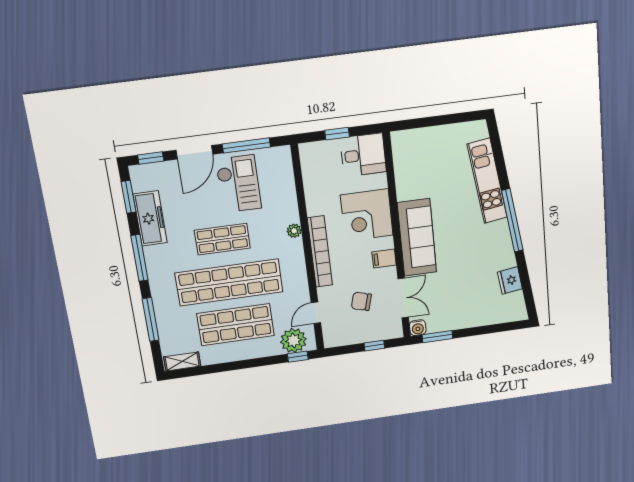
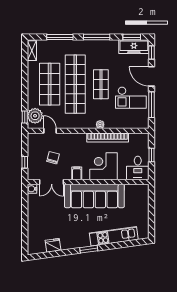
freezer: (150, 218) -> (134, 47), moved
window: (512, 220) -> (89, 249), width x0.47
sofa: (417, 238) -> (94, 196), width x1.36, depth x1.27
bookcase: (320, 252) -> (108, 138), moved
window: (437, 337) -> (25, 200), removed

